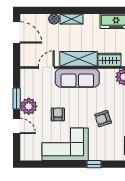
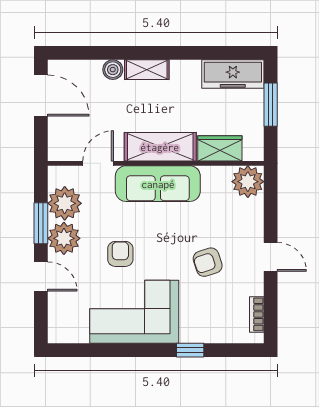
plant: (29, 88) -> (65, 203), added

